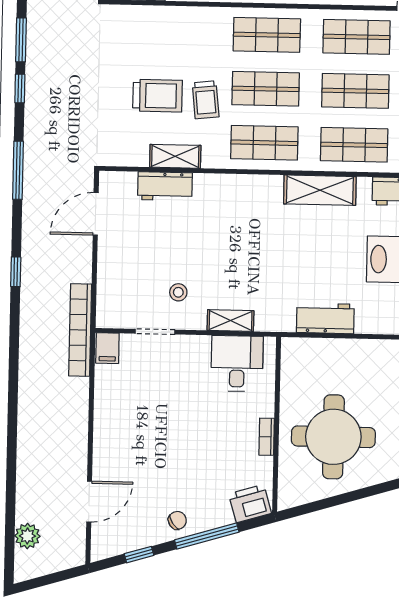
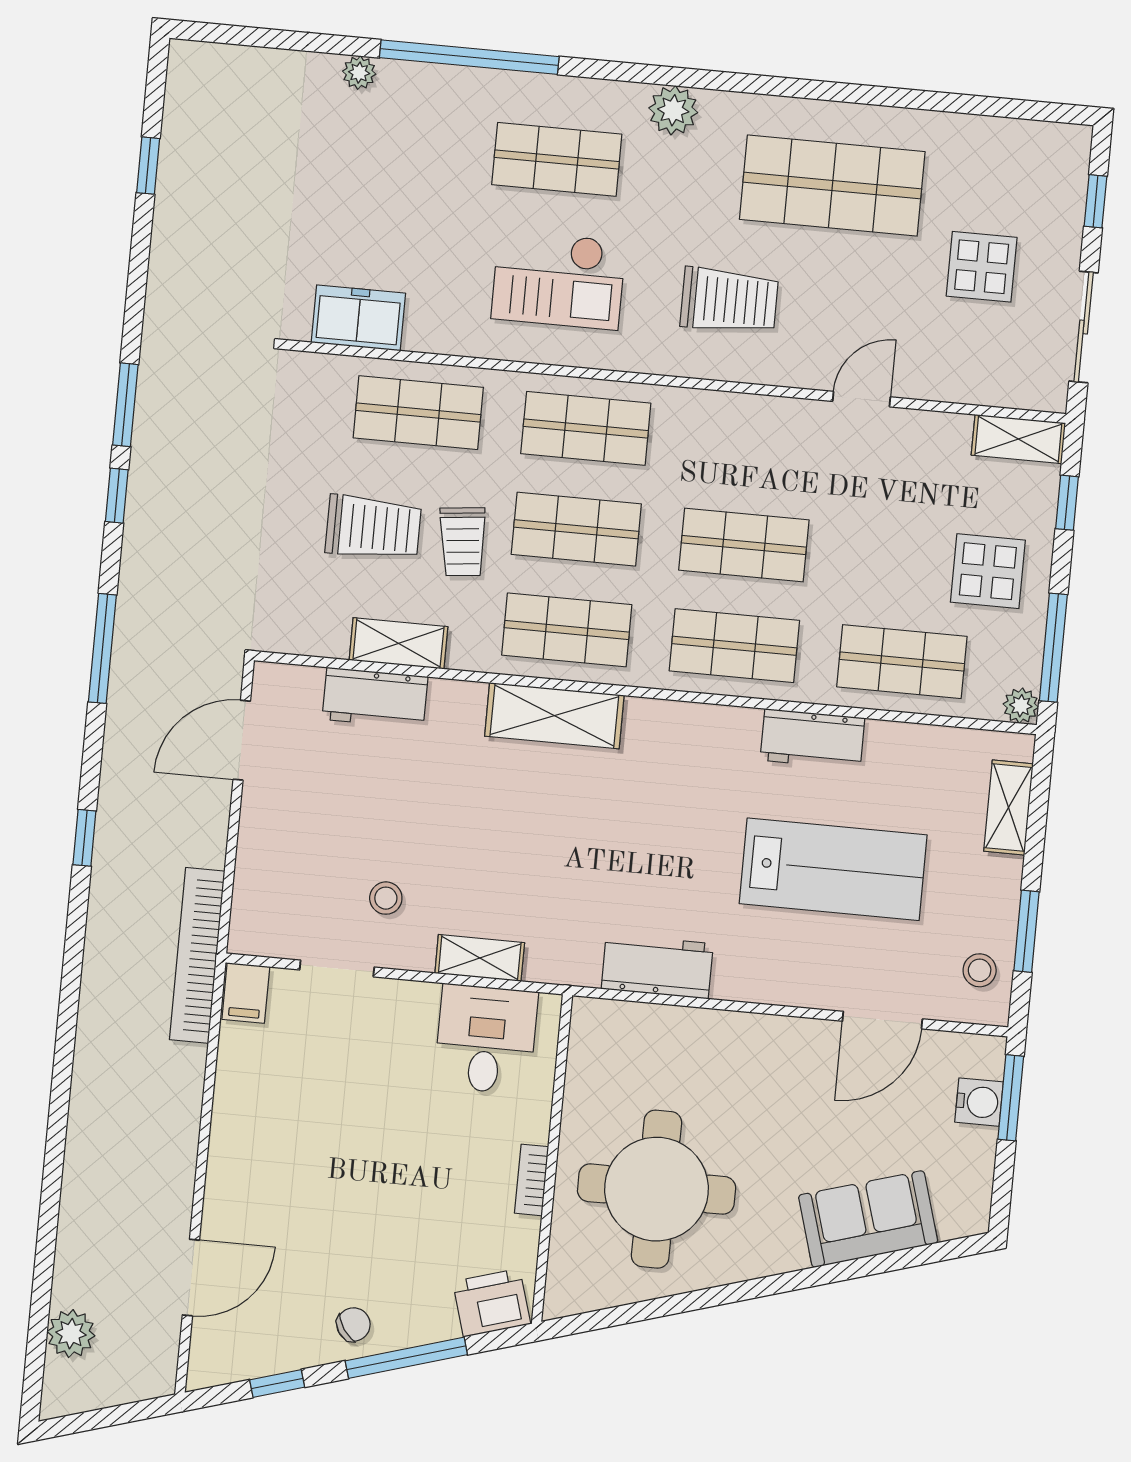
shop shelf: (357, 37) -> (418, 413), moved
shelving: (320, 190) -> (554, 716), moved

